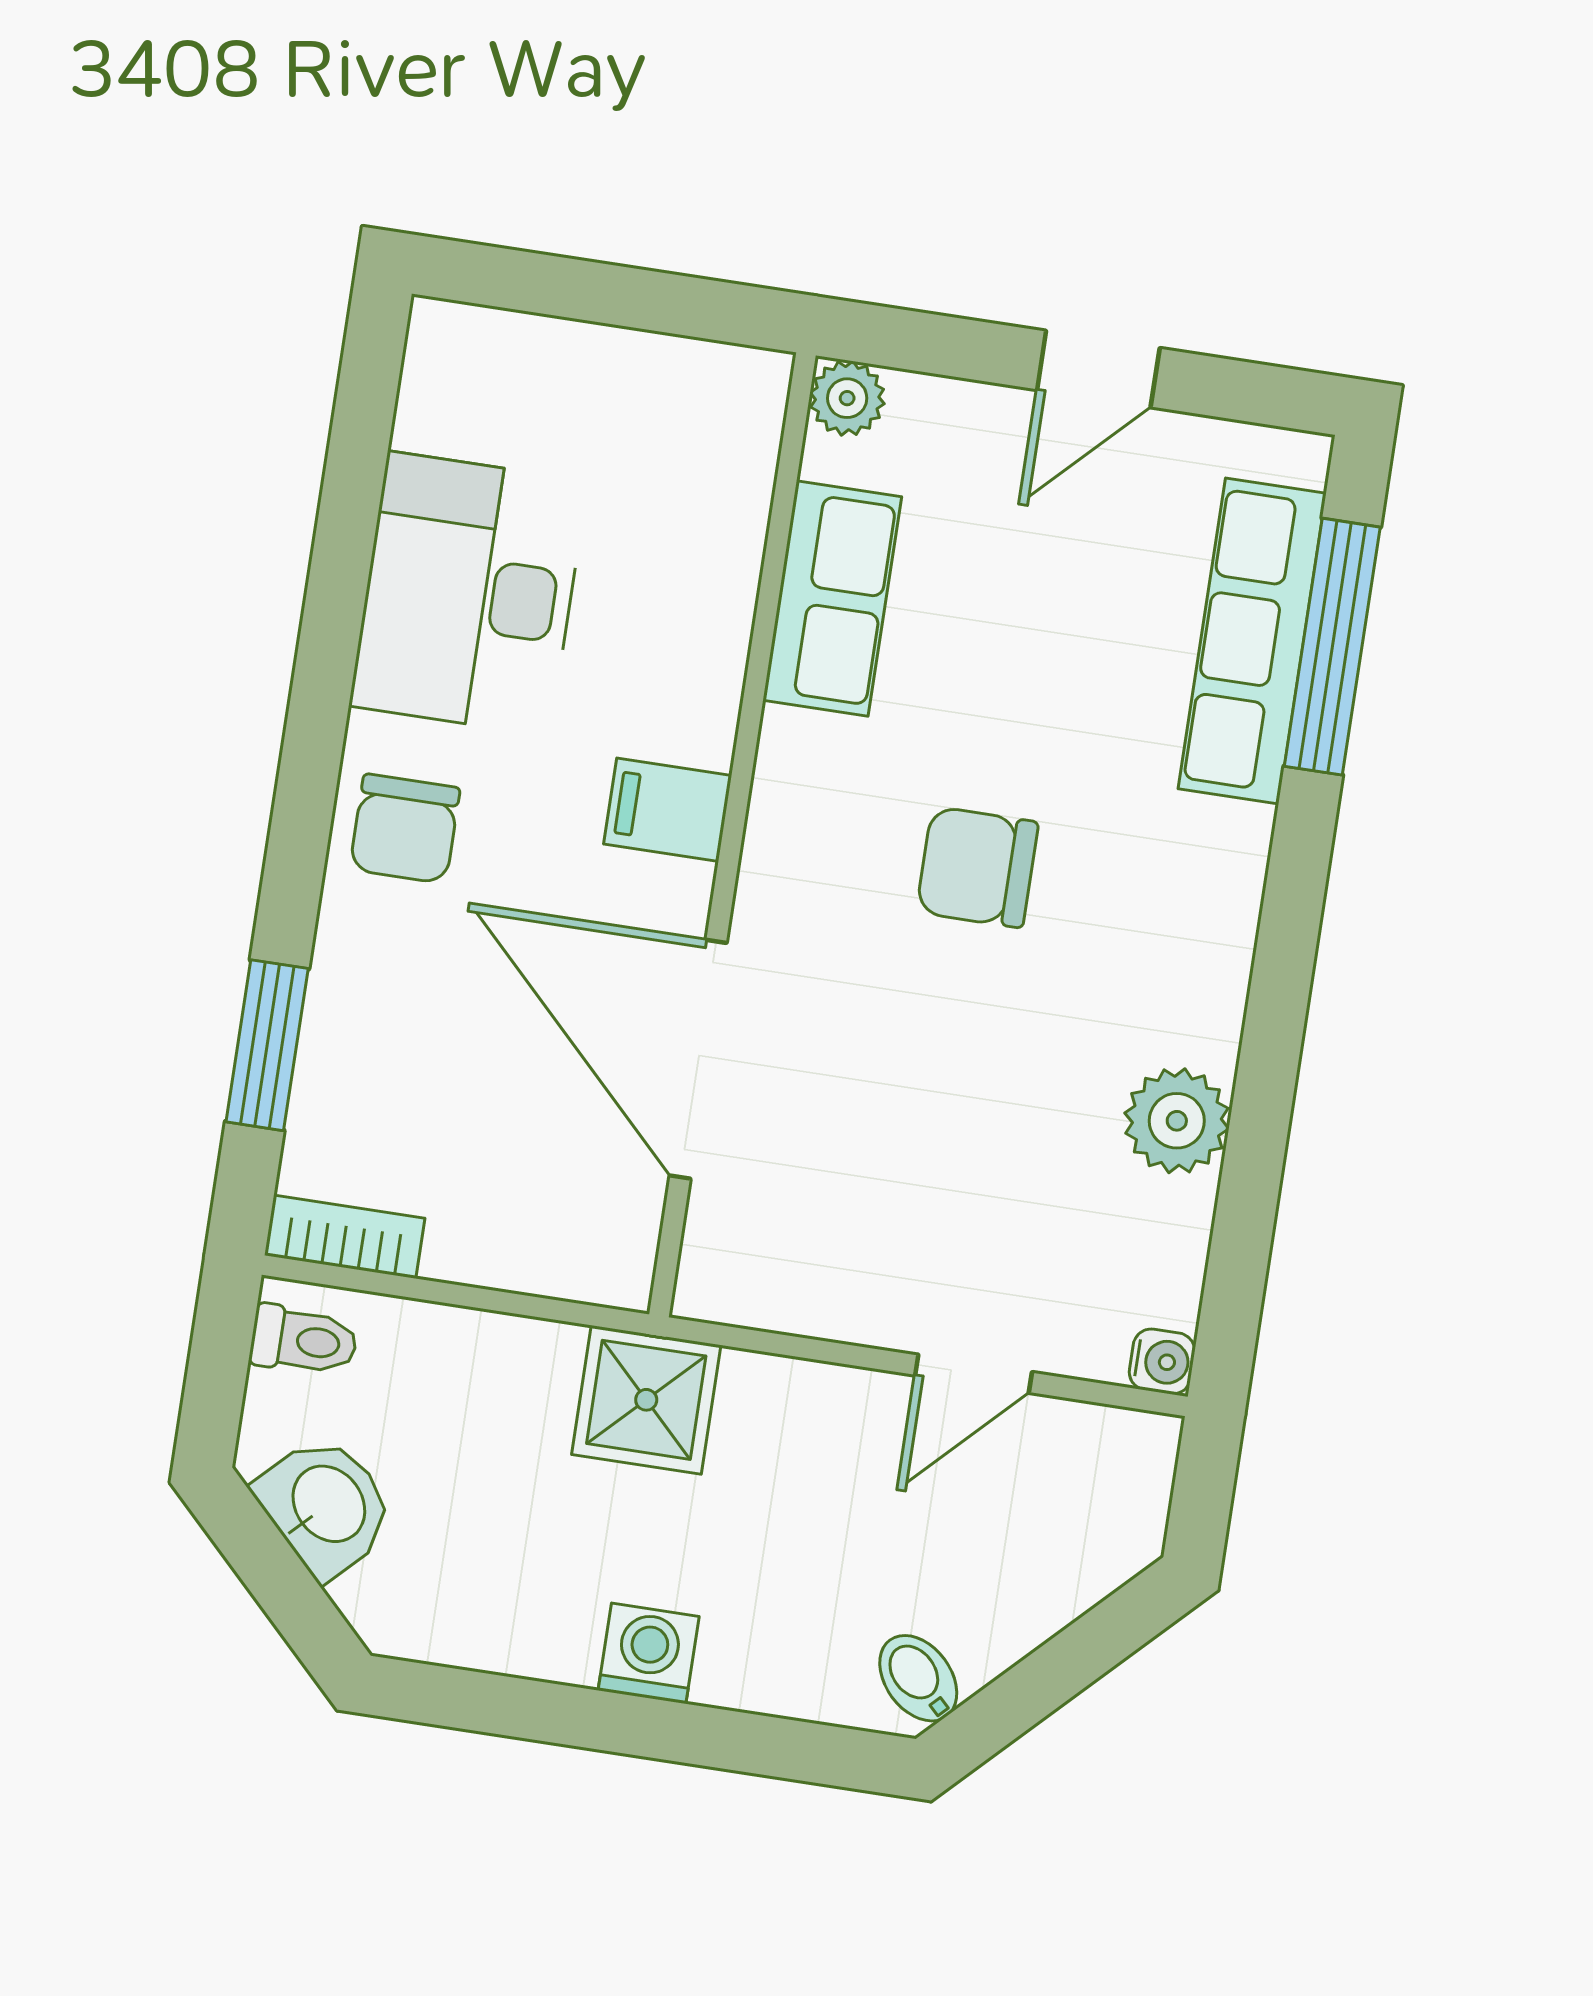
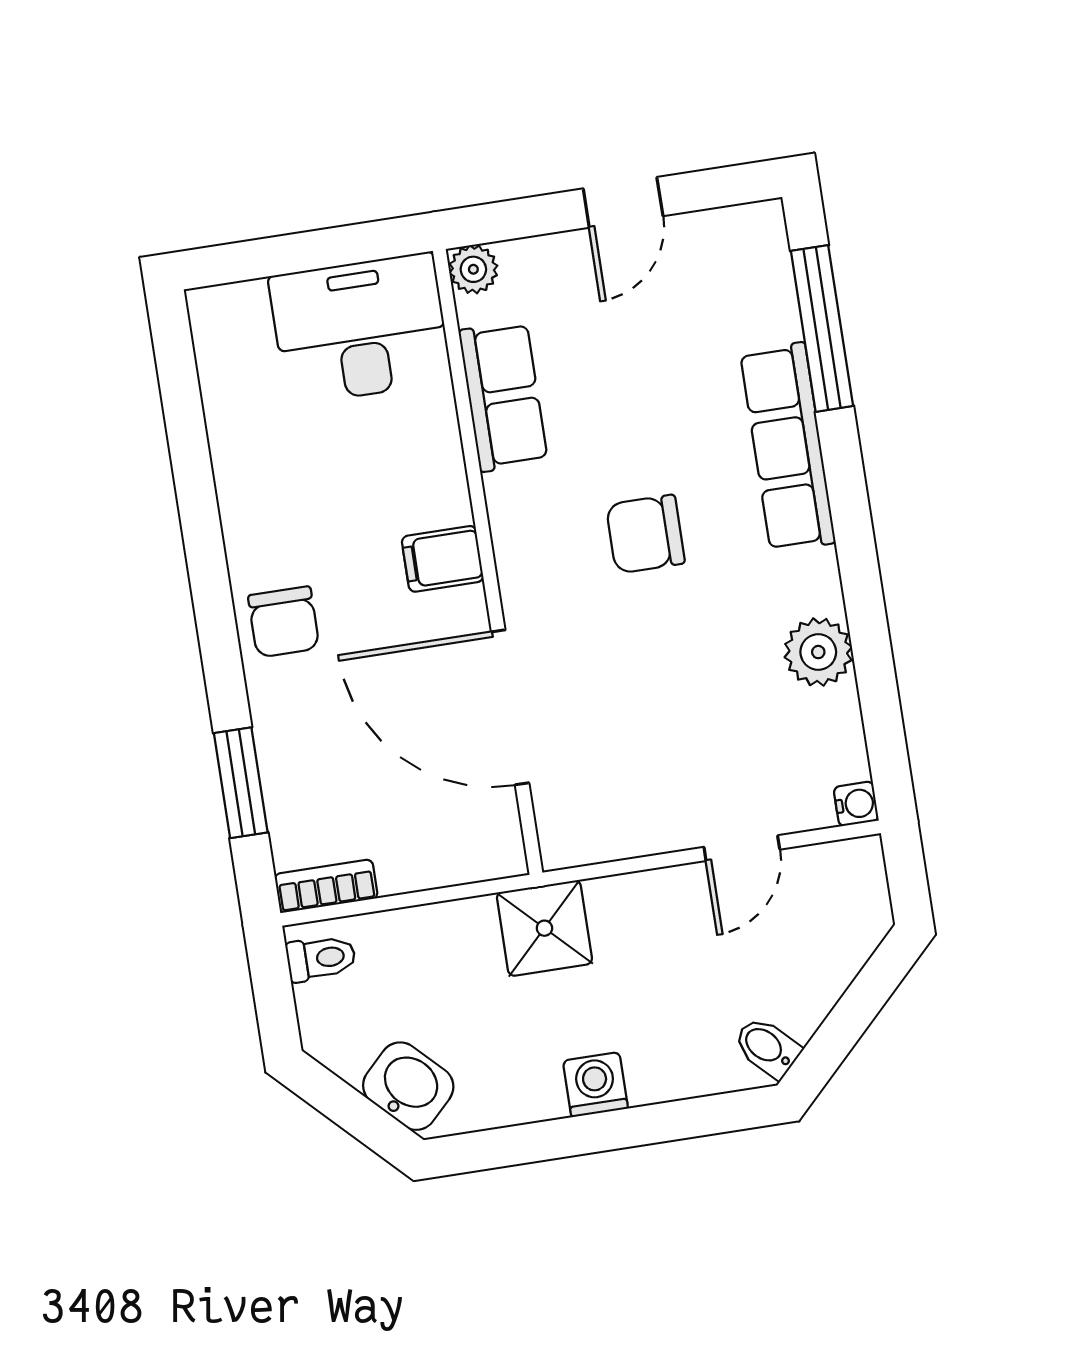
desk: (469, 594) -> (360, 329), moved, turned 90
row of seats: (1252, 641) -> (788, 447), moved
washbasin: (326, 1506) -> (408, 1086), moved

